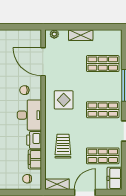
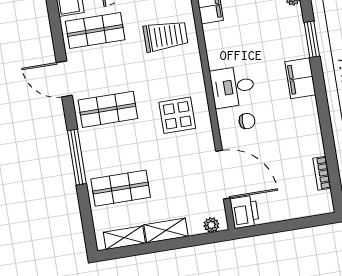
shelving: (105, 35) -> (124, 238), added
desk: (29, 115) -> (233, 87), width x0.73
printer: (34, 140) -> (245, 212), moved
trolley: (63, 146) -> (166, 36), turned -90

